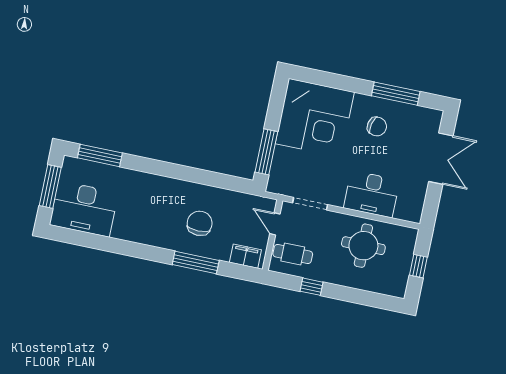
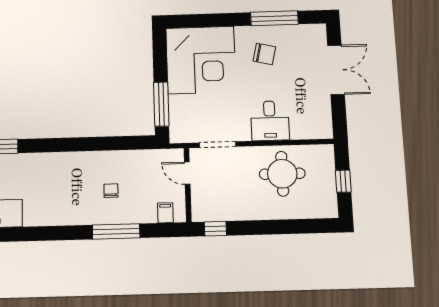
desk: (372, 194) -> (270, 121), width x0.73
chair: (200, 223) -> (111, 191), width x0.54, depth x0.54
cafe table: (293, 254) -> (213, 199), removed
filing cabinet: (245, 256) -> (165, 213), width x0.50
window: (312, 287) -> (215, 229), moved

